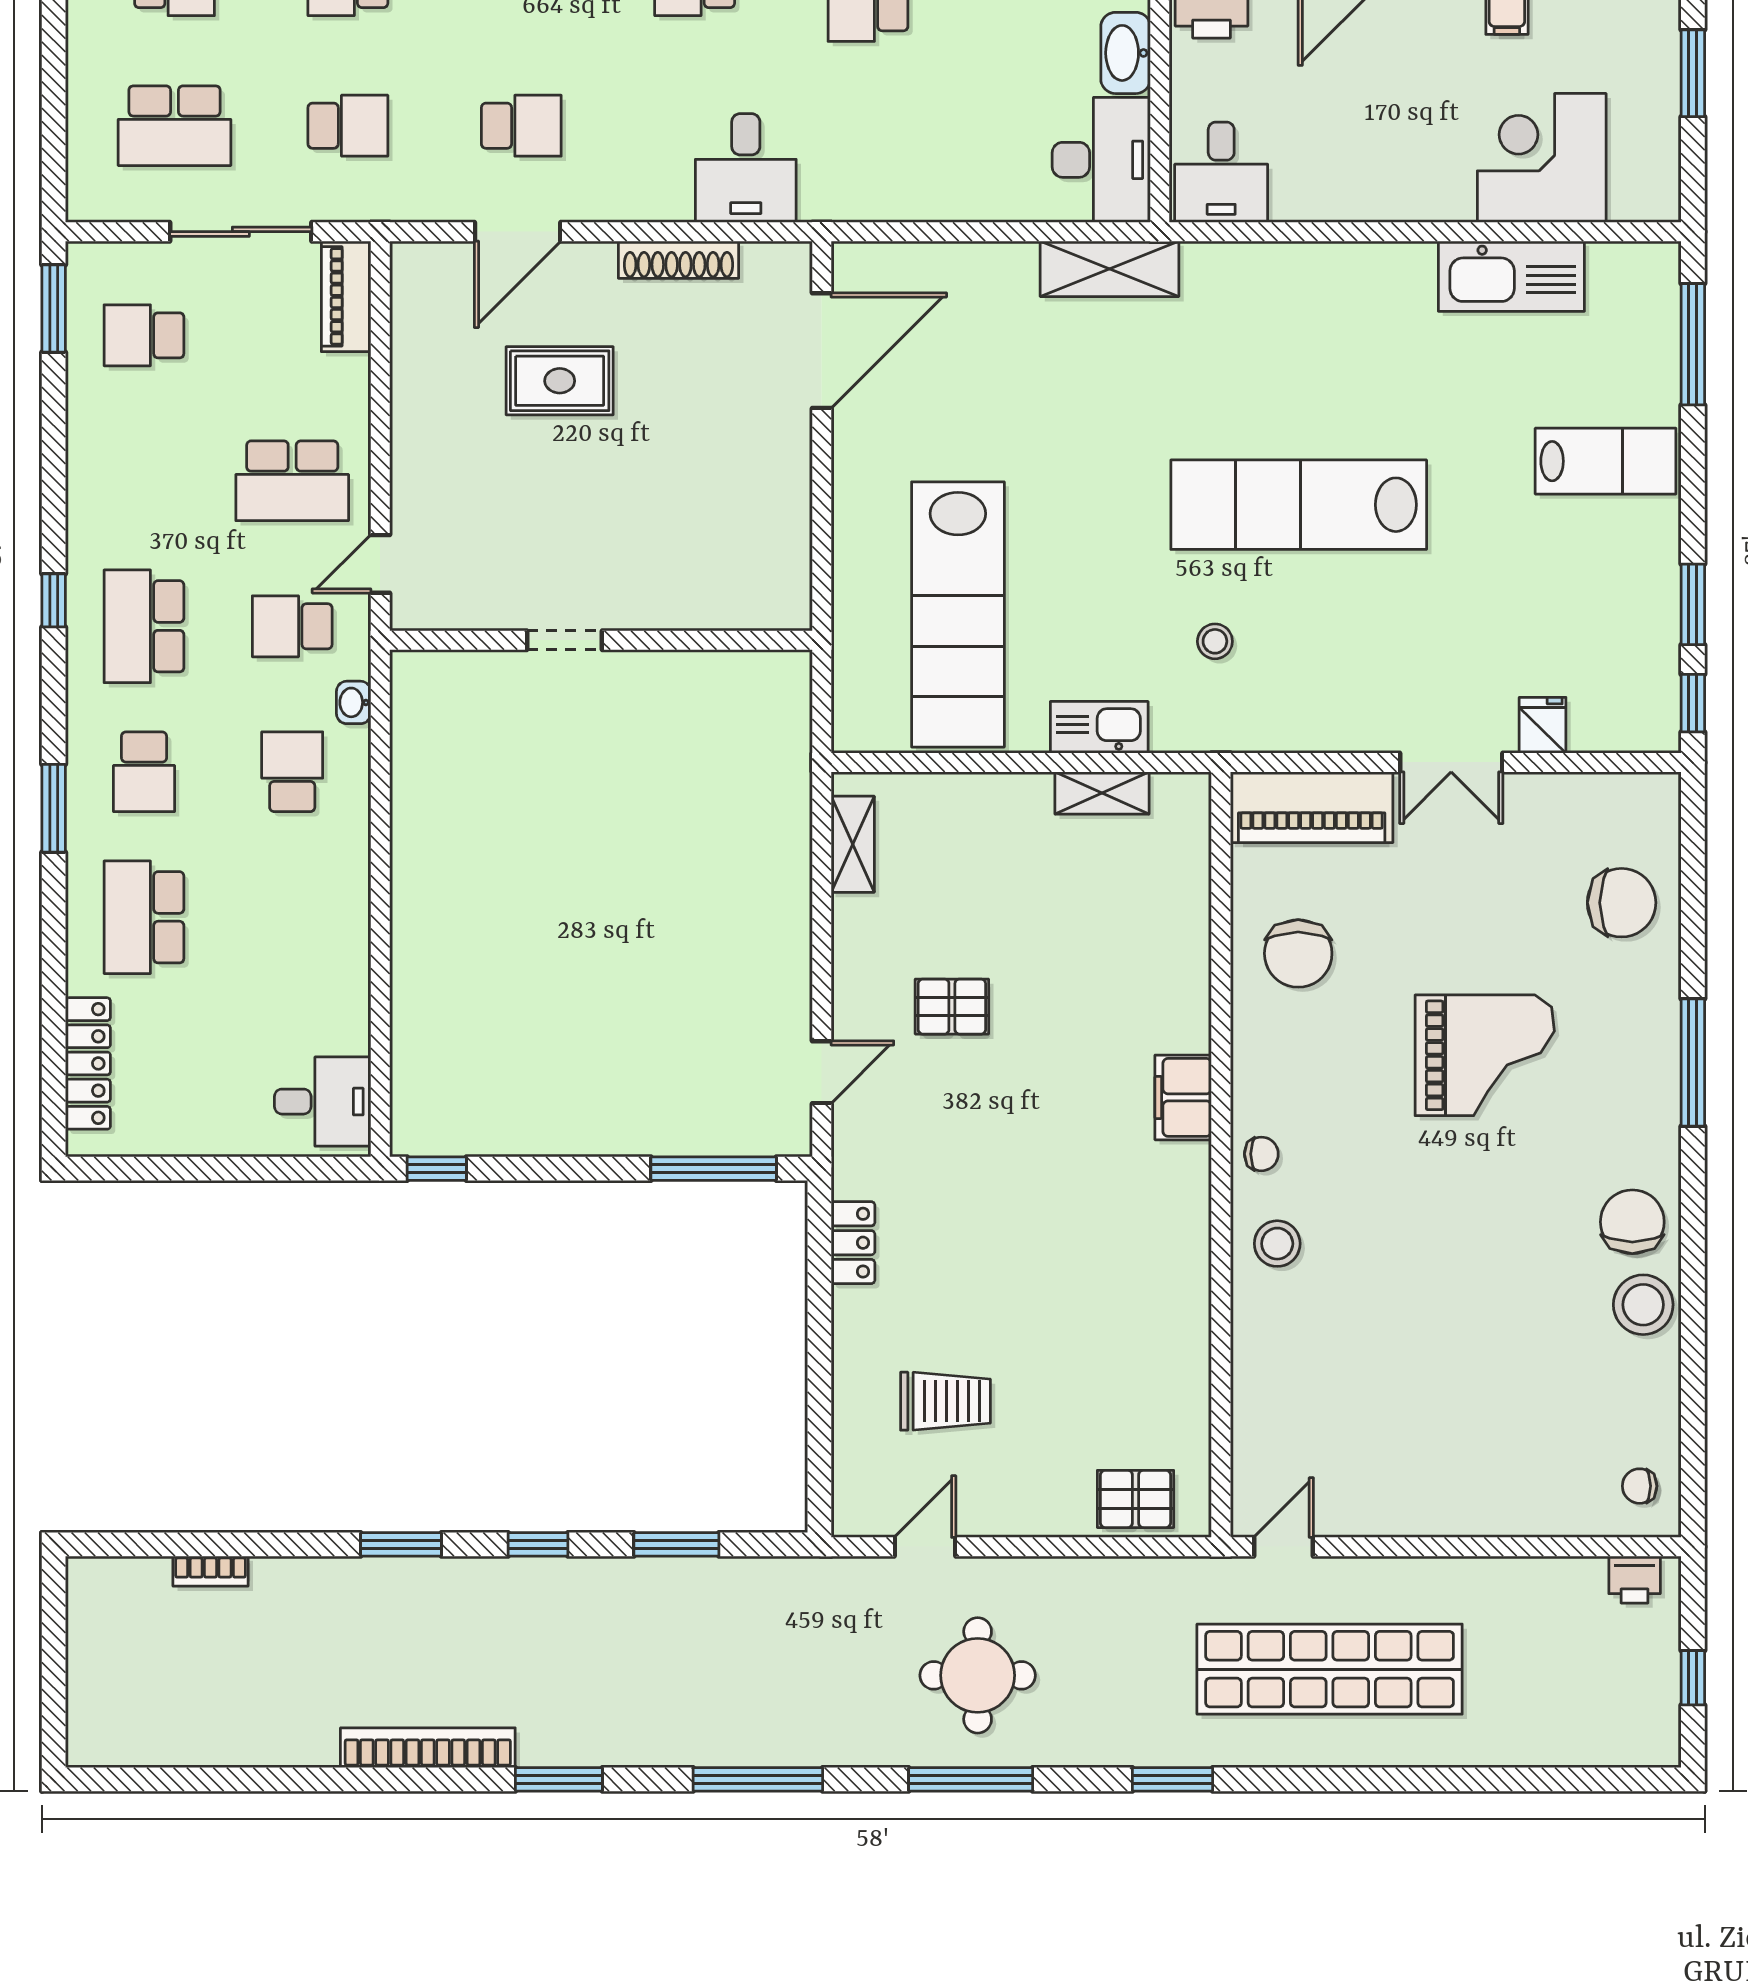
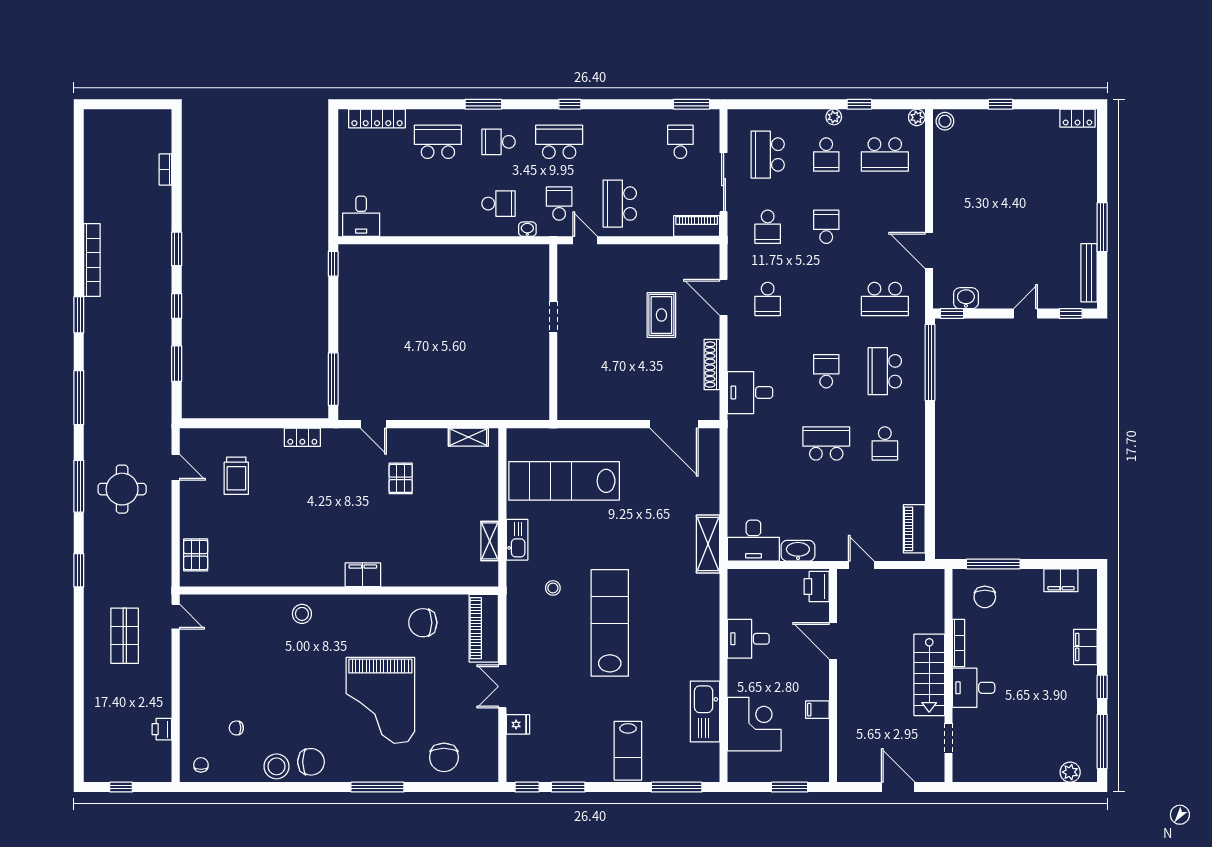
desk: (1221, 172) -> (748, 639), moved
grand piano: (1485, 1055) -> (380, 700), width x1.37, depth x1.48
chair: (1261, 1154) -> (236, 728), moved, turned 90
printer: (1635, 1580) -> (162, 729), moved
shop shelf: (1330, 1669) -> (125, 636), width x0.50, depth x0.74

